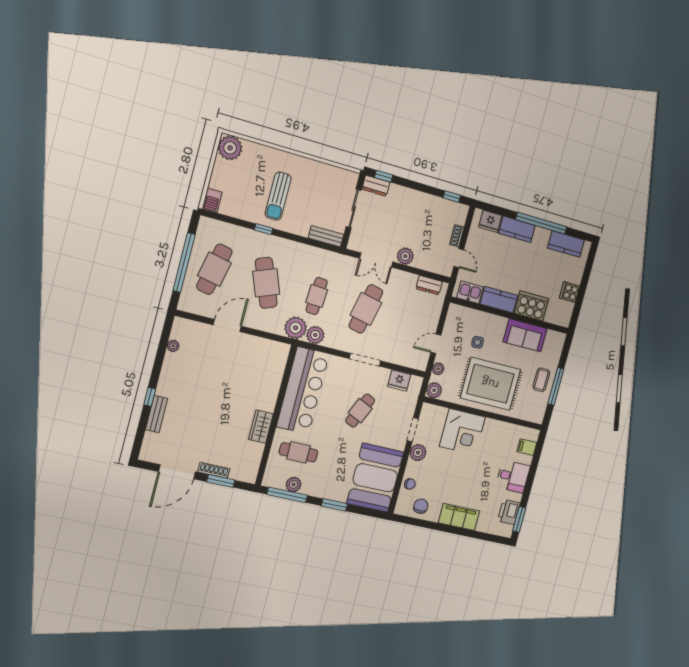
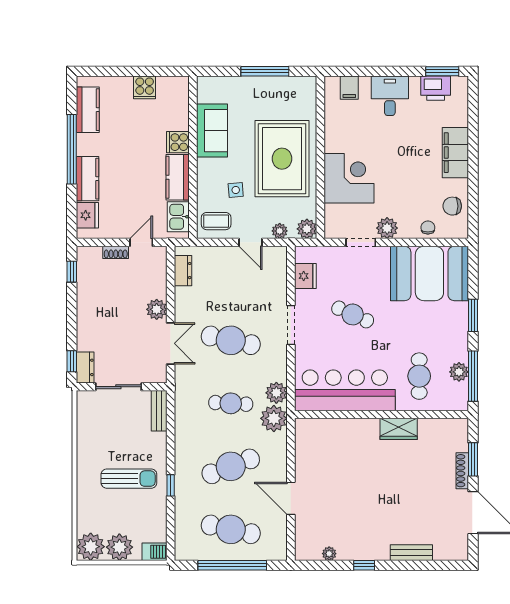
plant: (223, 172) -> (119, 547), added
cooker: (531, 306) -> (178, 142), width x0.53, depth x0.76
coffee table: (541, 380) -> (216, 221), moved
window: (150, 397) -> (364, 565), moved

